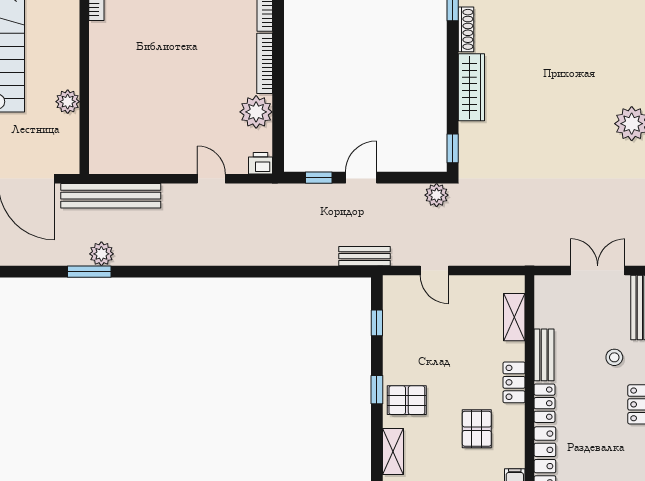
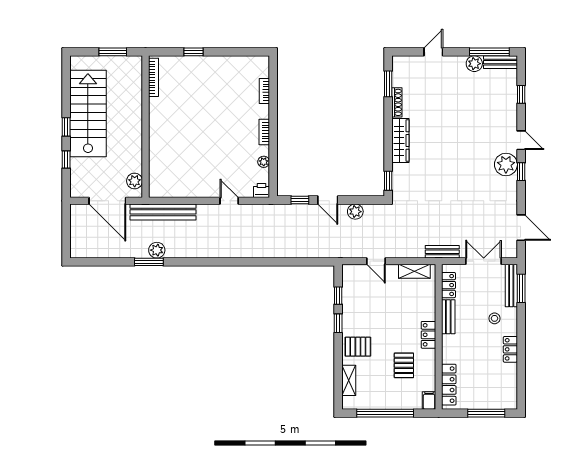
bookcase: (265, 63) -> (264, 132), width x0.64
plant: (68, 102) -> (135, 181), moved
plant: (256, 112) -> (264, 162), width x0.53, depth x0.53
door: (361, 178) -> (328, 200), swing flipped
plant: (437, 195) -> (355, 212), moved
bench: (365, 256) -> (442, 252), moved
shelving: (514, 317) -> (414, 271), moved, turned 90
window: (377, 390) -> (338, 323), moved
locker: (544, 403) -> (449, 285), moved

